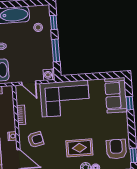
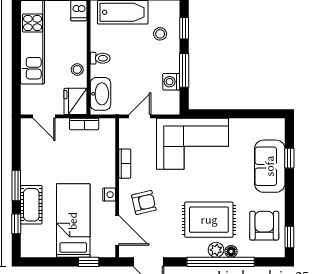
washing machine: (49, 75) -> (171, 82), moved
door: (29, 83) -> (140, 116), swing flipped
sofa: (116, 95) -> (270, 166), moved
rug: (79, 148) -> (209, 220), width x1.36, depth x1.43

